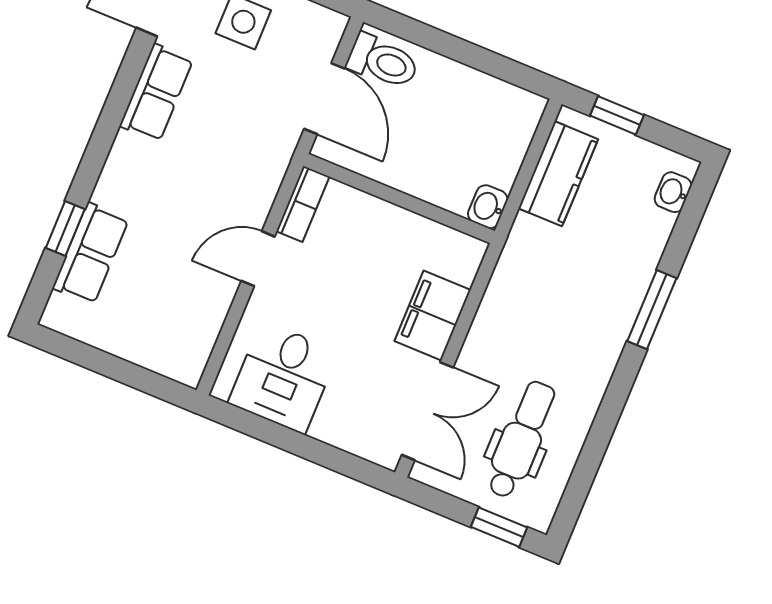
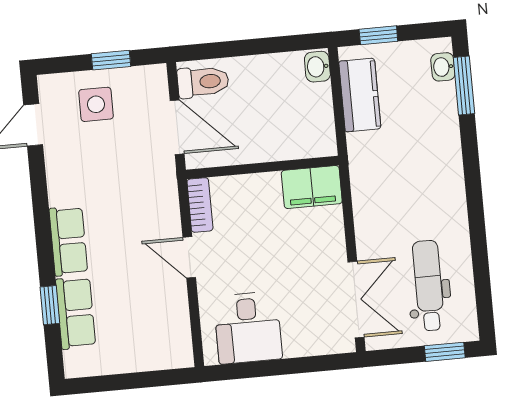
row of seats: (156, 93) -> (68, 241), moved
washbasin: (488, 207) -> (317, 67), moved
door: (258, 259) -> (189, 257), hinge flipped
window: (652, 310) -> (464, 85), moved
filing cabinet: (433, 315) -> (312, 187), moved, turned -90

